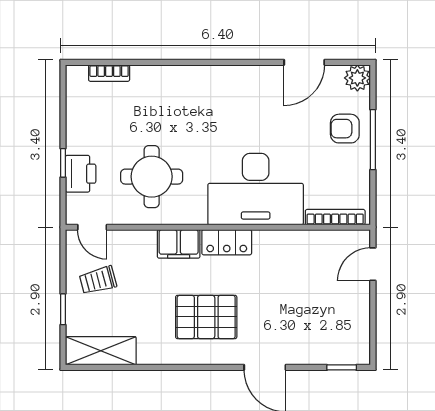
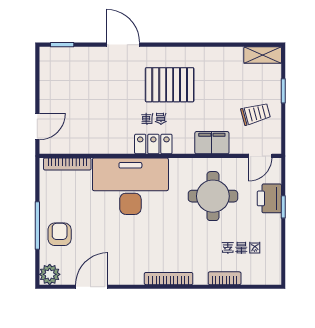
bookcase: (109, 73) -> (225, 278), moved
bookcase: (208, 73) -> (169, 279), added
armchair: (345, 129) -> (60, 234), turned -90
door: (92, 227) -> (260, 156), swing flipped
filing cabinet: (179, 244) -> (212, 143), moved
shelving: (101, 351) -> (263, 55), width x0.67, depth x0.75

